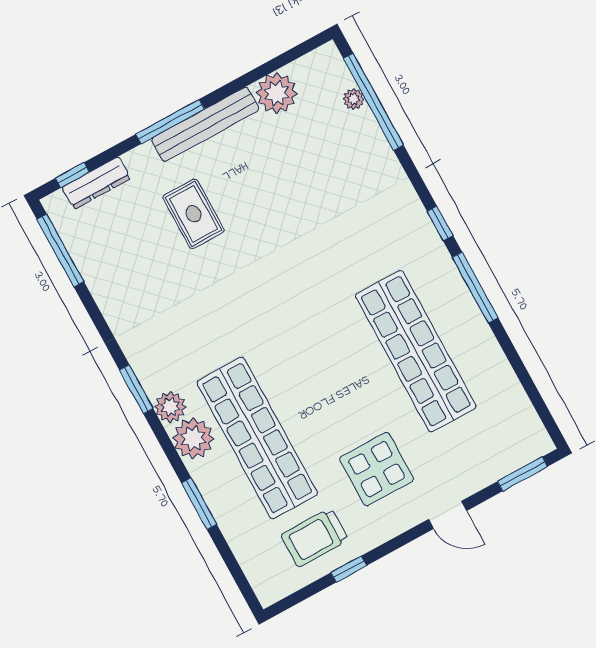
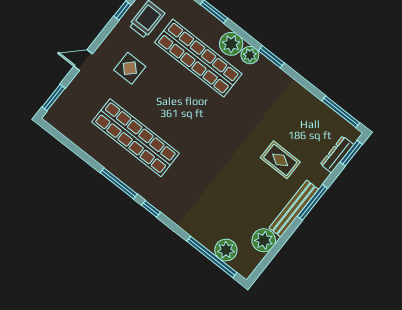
plant: (354, 99) -> (226, 250), width x1.88, depth x1.88
window: (72, 175) -> (351, 153), width x1.50
display table: (377, 469) -> (130, 68), width x0.73, depth x0.73

